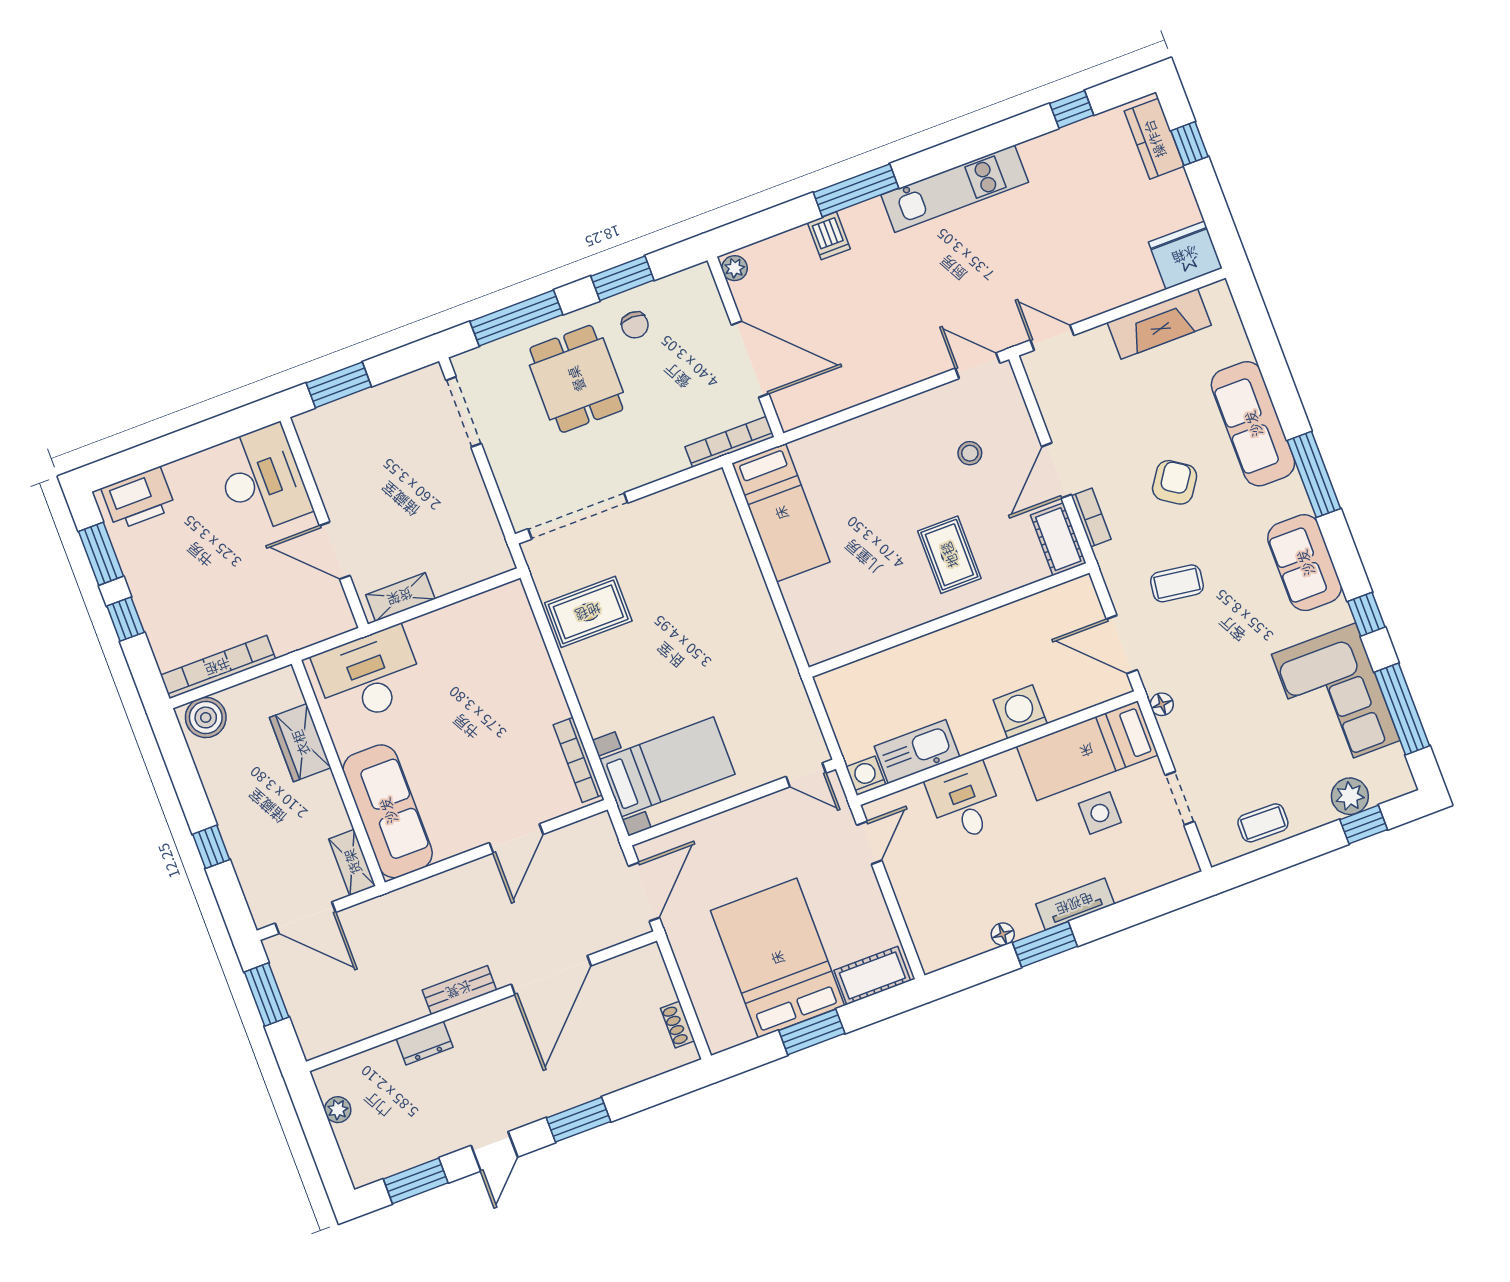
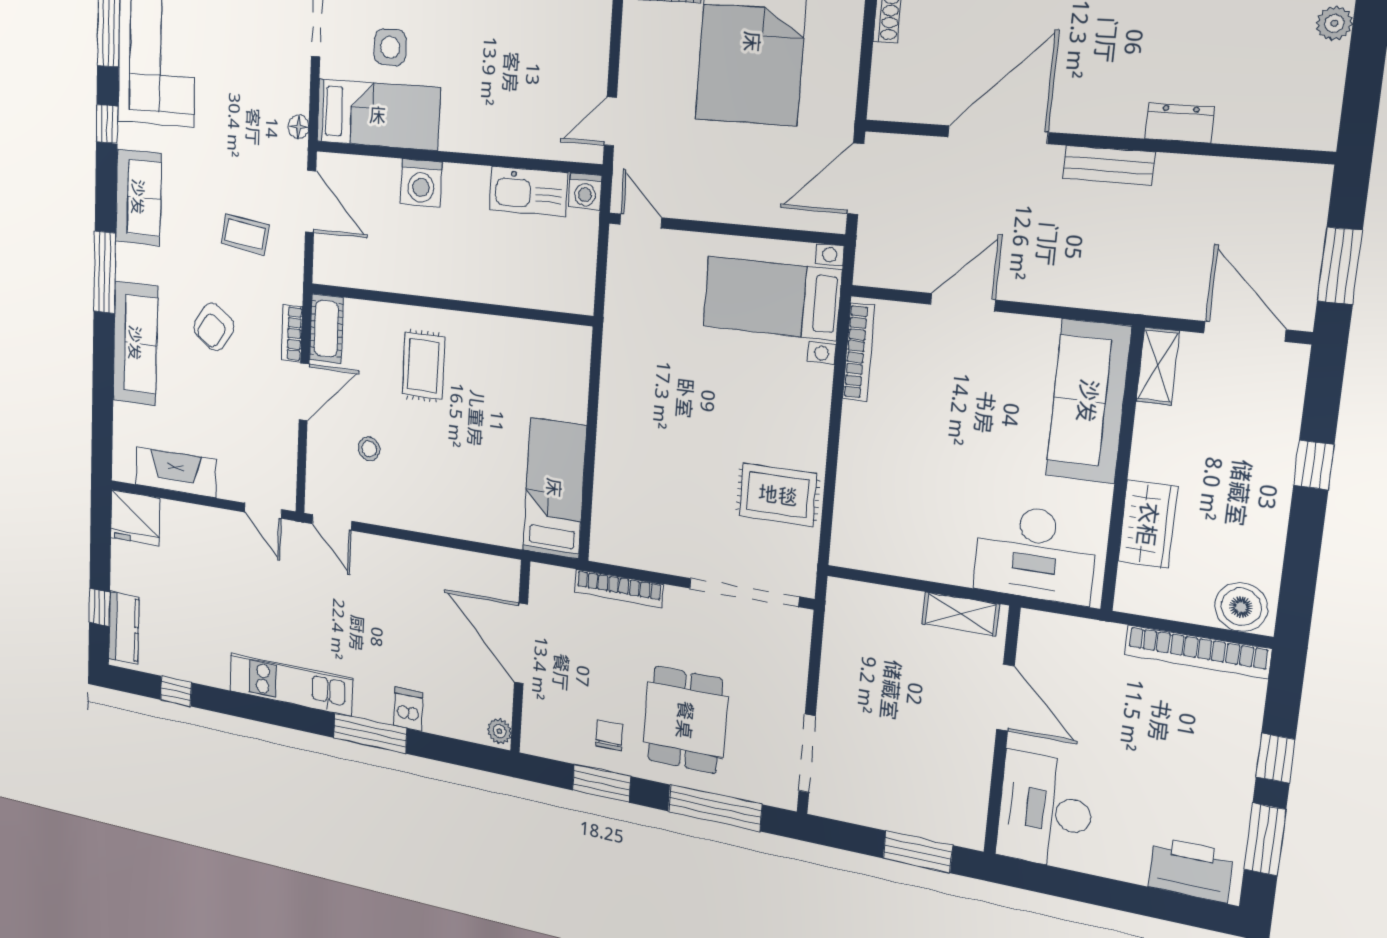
bookcase: (730, 442) -> (619, 588), moved
desk: (965, 802) -> (505, 119), removed
plant: (338, 1110) -> (1334, 23), moved

